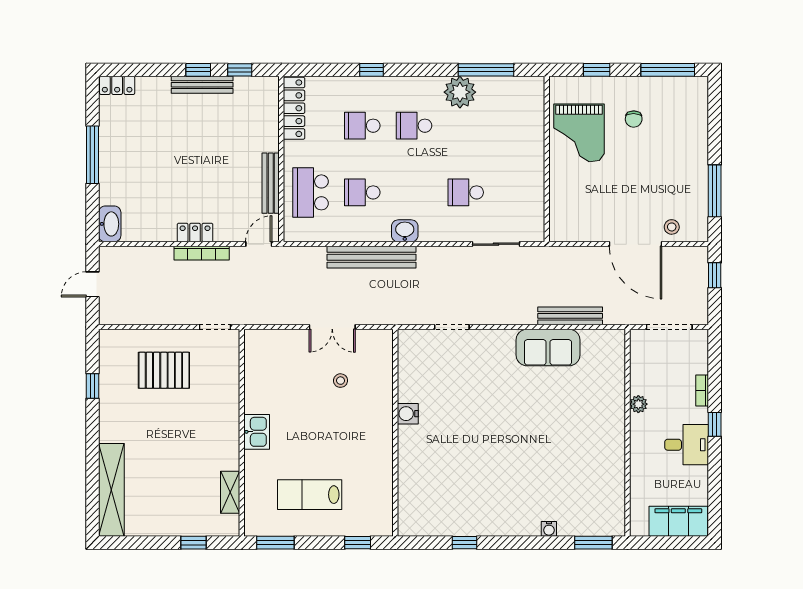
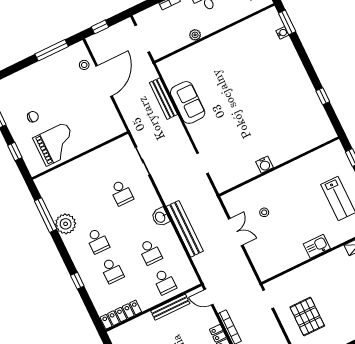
school desk: (310, 192) -> (165, 282), width x0.54
water cooler: (549, 529) -> (282, 33), moved

